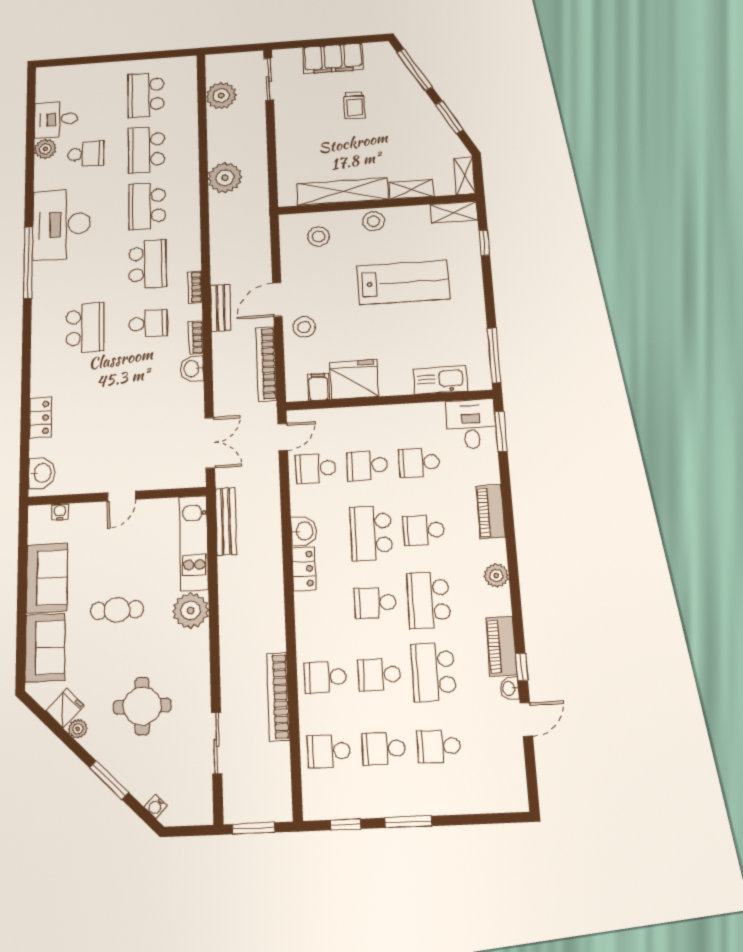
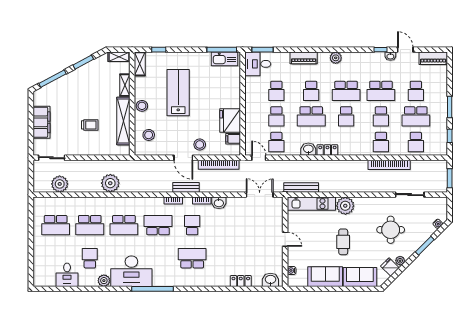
trolley: (354, 105) -> (90, 125), moved
plant: (45, 149) -> (104, 281), moved
kitchen sink: (440, 380) -> (225, 59), moved, turned -90
piano: (501, 646) -> (433, 58), moved
school desk: (384, 749) -> (416, 116), width x1.85

